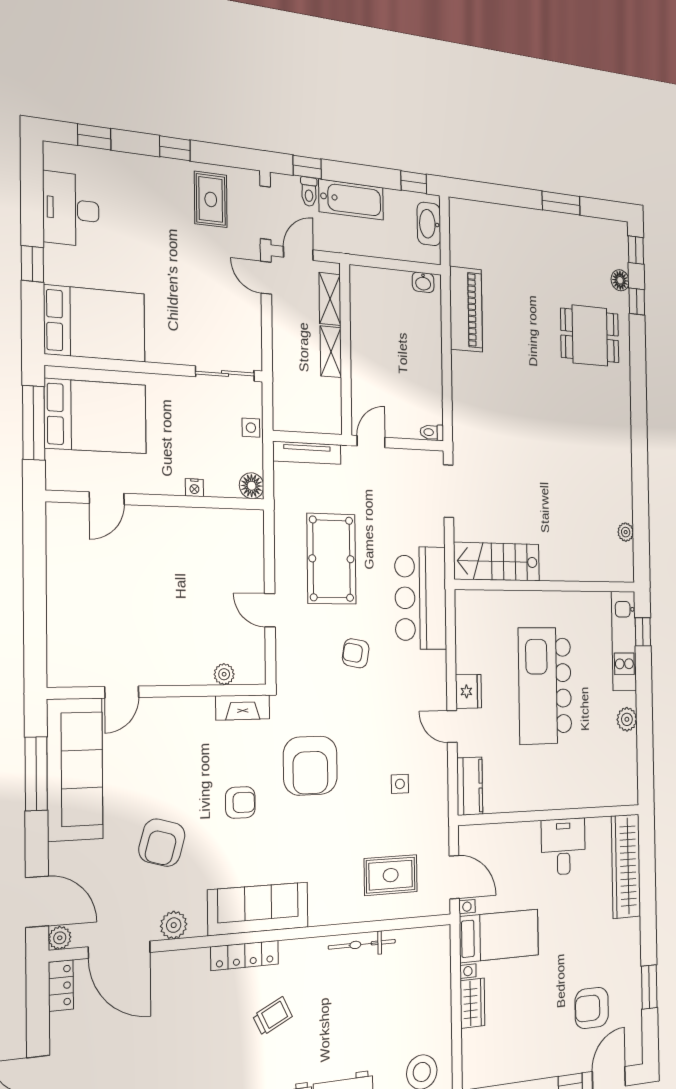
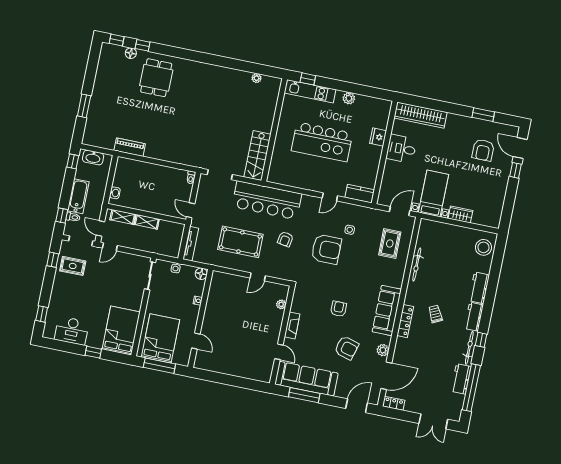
window: (175, 148) -> (53, 260), moved
window: (561, 203) -> (84, 106), moved
washbasin: (423, 282) -> (115, 193), moved
piano: (466, 309) -> (130, 147), width x0.73, depth x0.75
bar counter: (421, 598) -> (267, 200), width x1.36
fridge: (468, 691) -> (378, 137), moved, turned -90
fireplace: (243, 707) -> (292, 325), moved
armchair: (310, 766) -> (326, 249), moved
plant: (60, 938) -> (374, 400), removed

